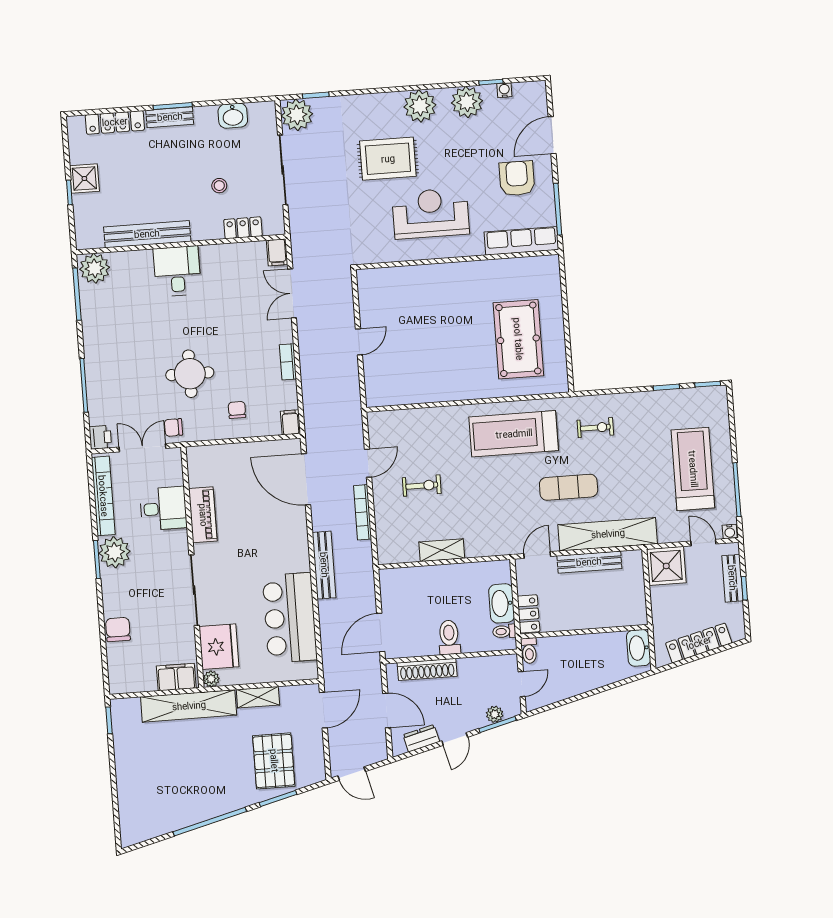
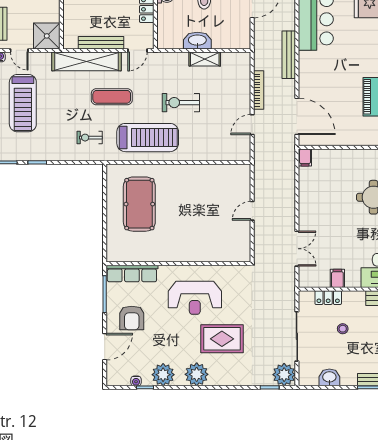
filing cabinet: (277, 252) -> (337, 278), moved
bookcase: (288, 362) -> (304, 200), removed
chair: (237, 410) -> (342, 169), removed
exercise bike: (422, 486) -> (181, 103), moved, width x1.38, depth x1.39
washbasin: (502, 603) -> (197, 41), moved, turned -90

